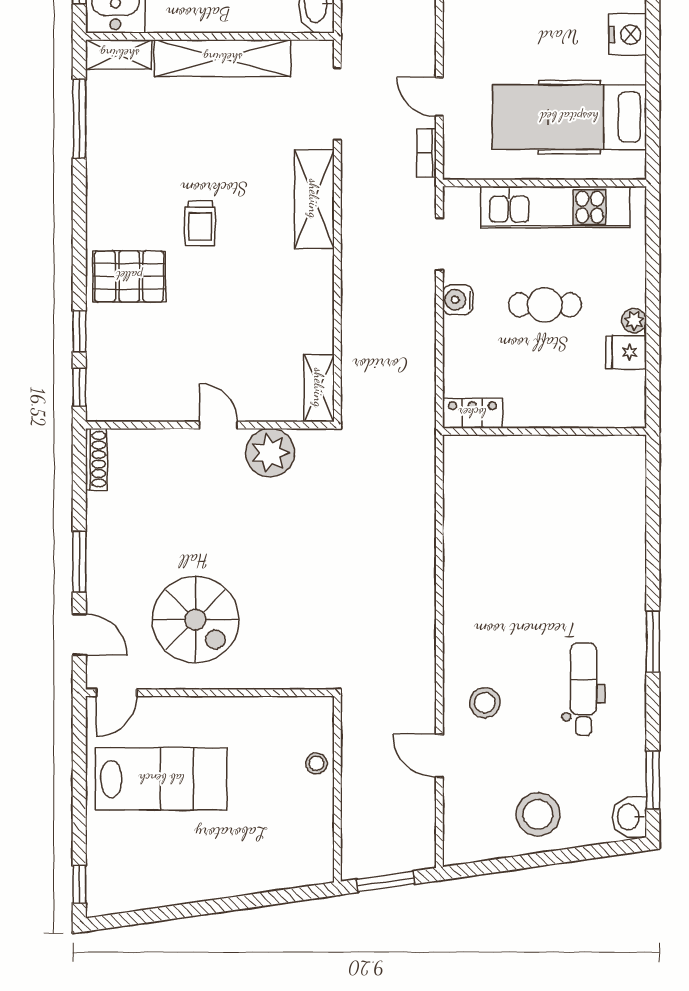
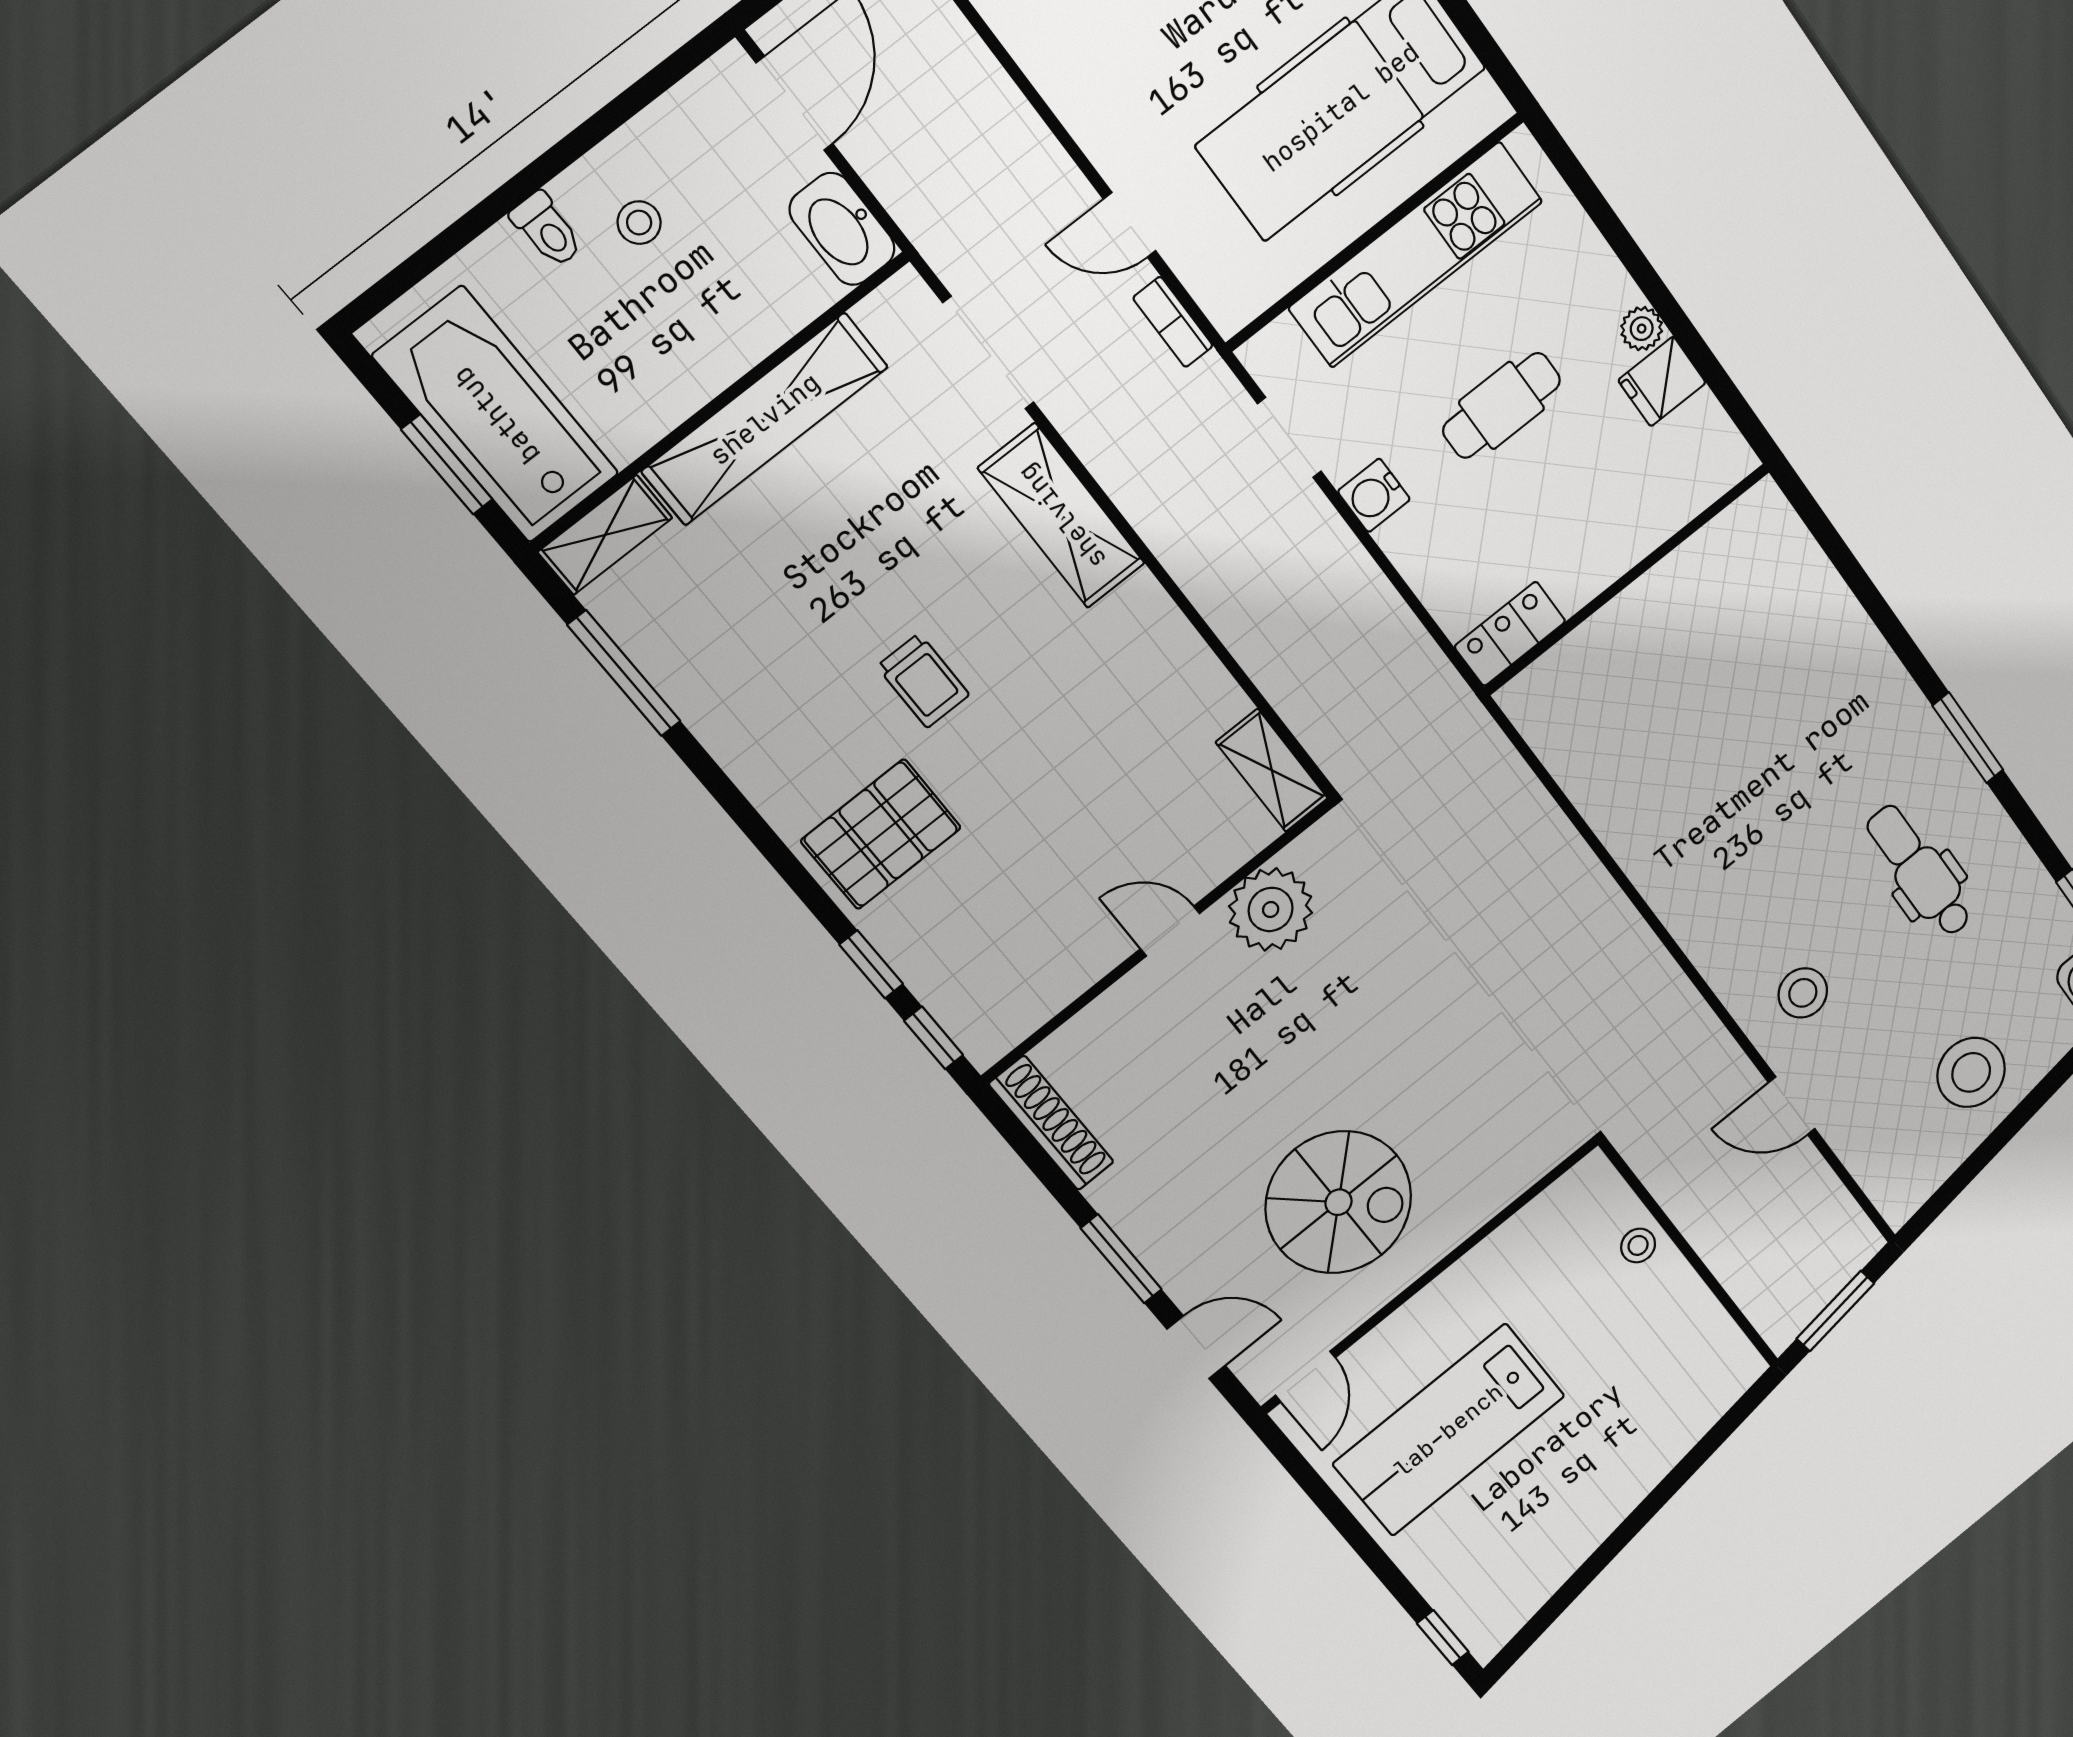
shoe rack: (96, 459) -> (1051, 1123), width x1.36, depth x1.24
lab bench: (161, 779) -> (1449, 1430), turned 180

